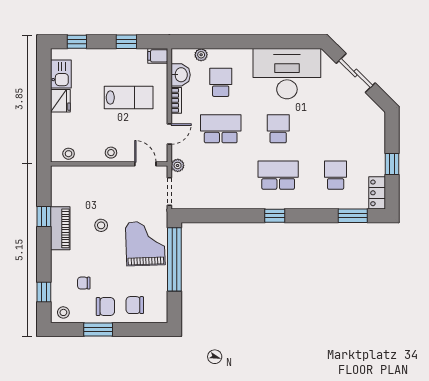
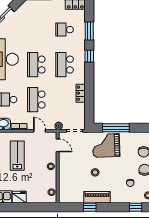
school desk: (278, 129) -> (36, 65), width x1.85
door: (145, 164) -> (58, 145), swing flipped
locker: (231, 202) -> (81, 93), added
window: (275, 216) -> (89, 56), moved
window: (353, 216) -> (89, 31), moved
window: (174, 259) -> (116, 128), width x0.68

